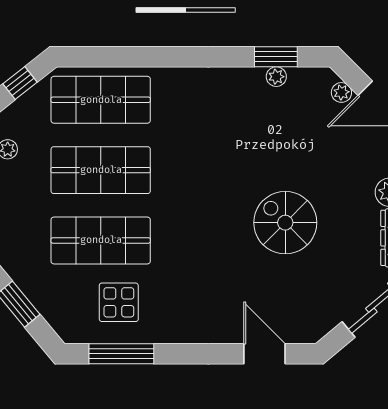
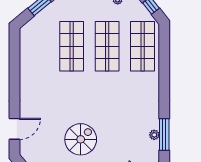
window: (276, 57) -> (164, 135), width x1.44
display table: (119, 302) -> (40, 55), removed
window: (121, 354) -> (14, 57), removed

